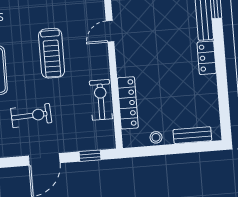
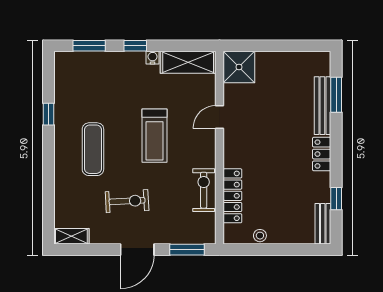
window: (223, 98) -> (336, 199), added
bench: (192, 135) -> (323, 224), moved, turned 90
window: (90, 156) -> (187, 250), width x1.50

